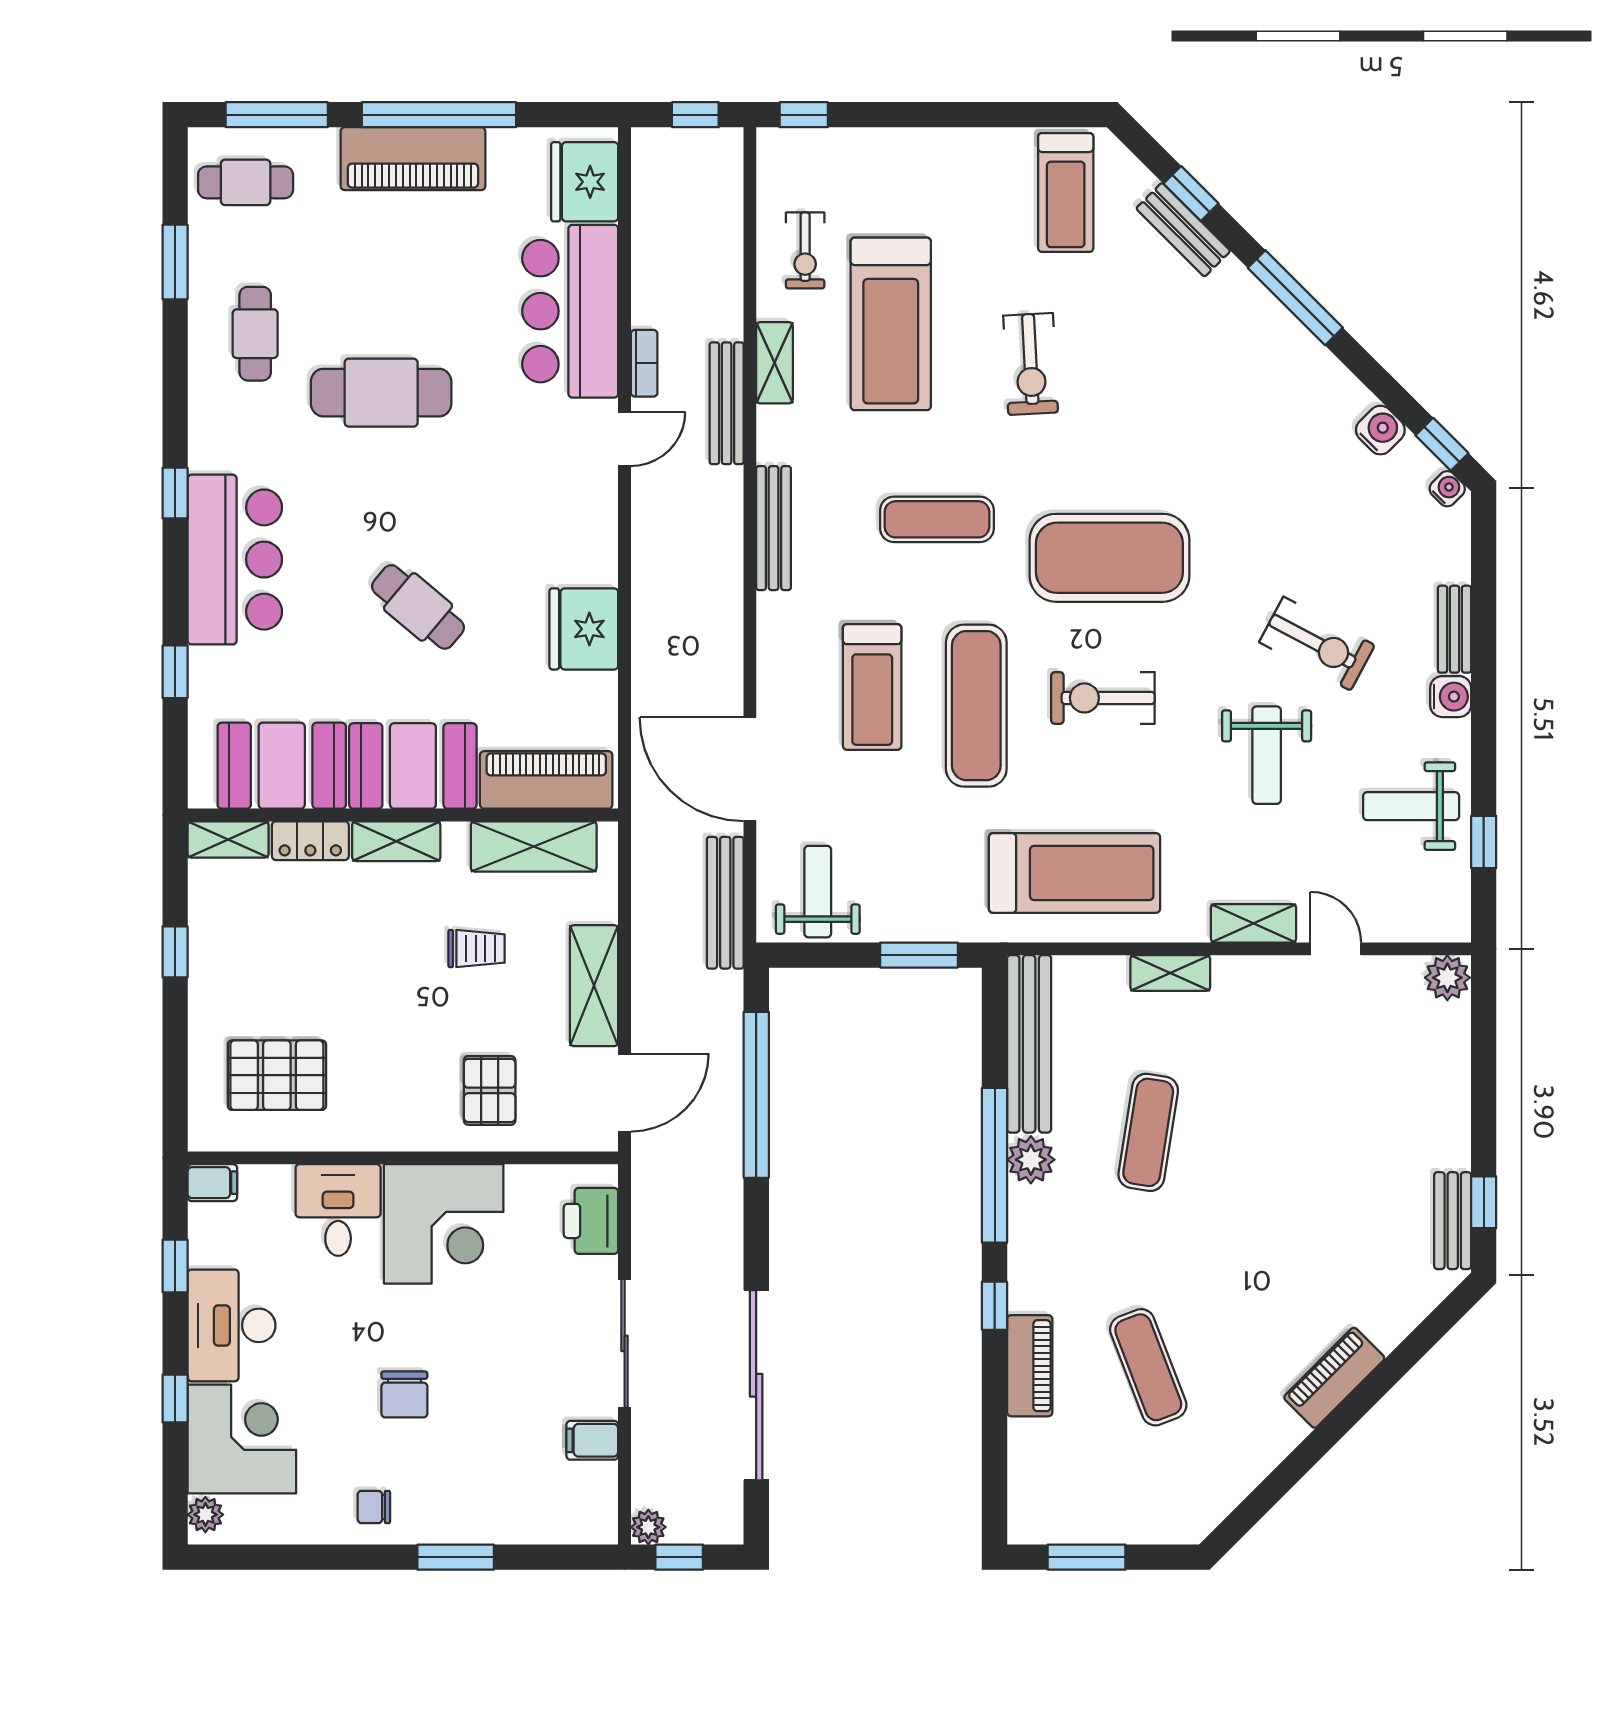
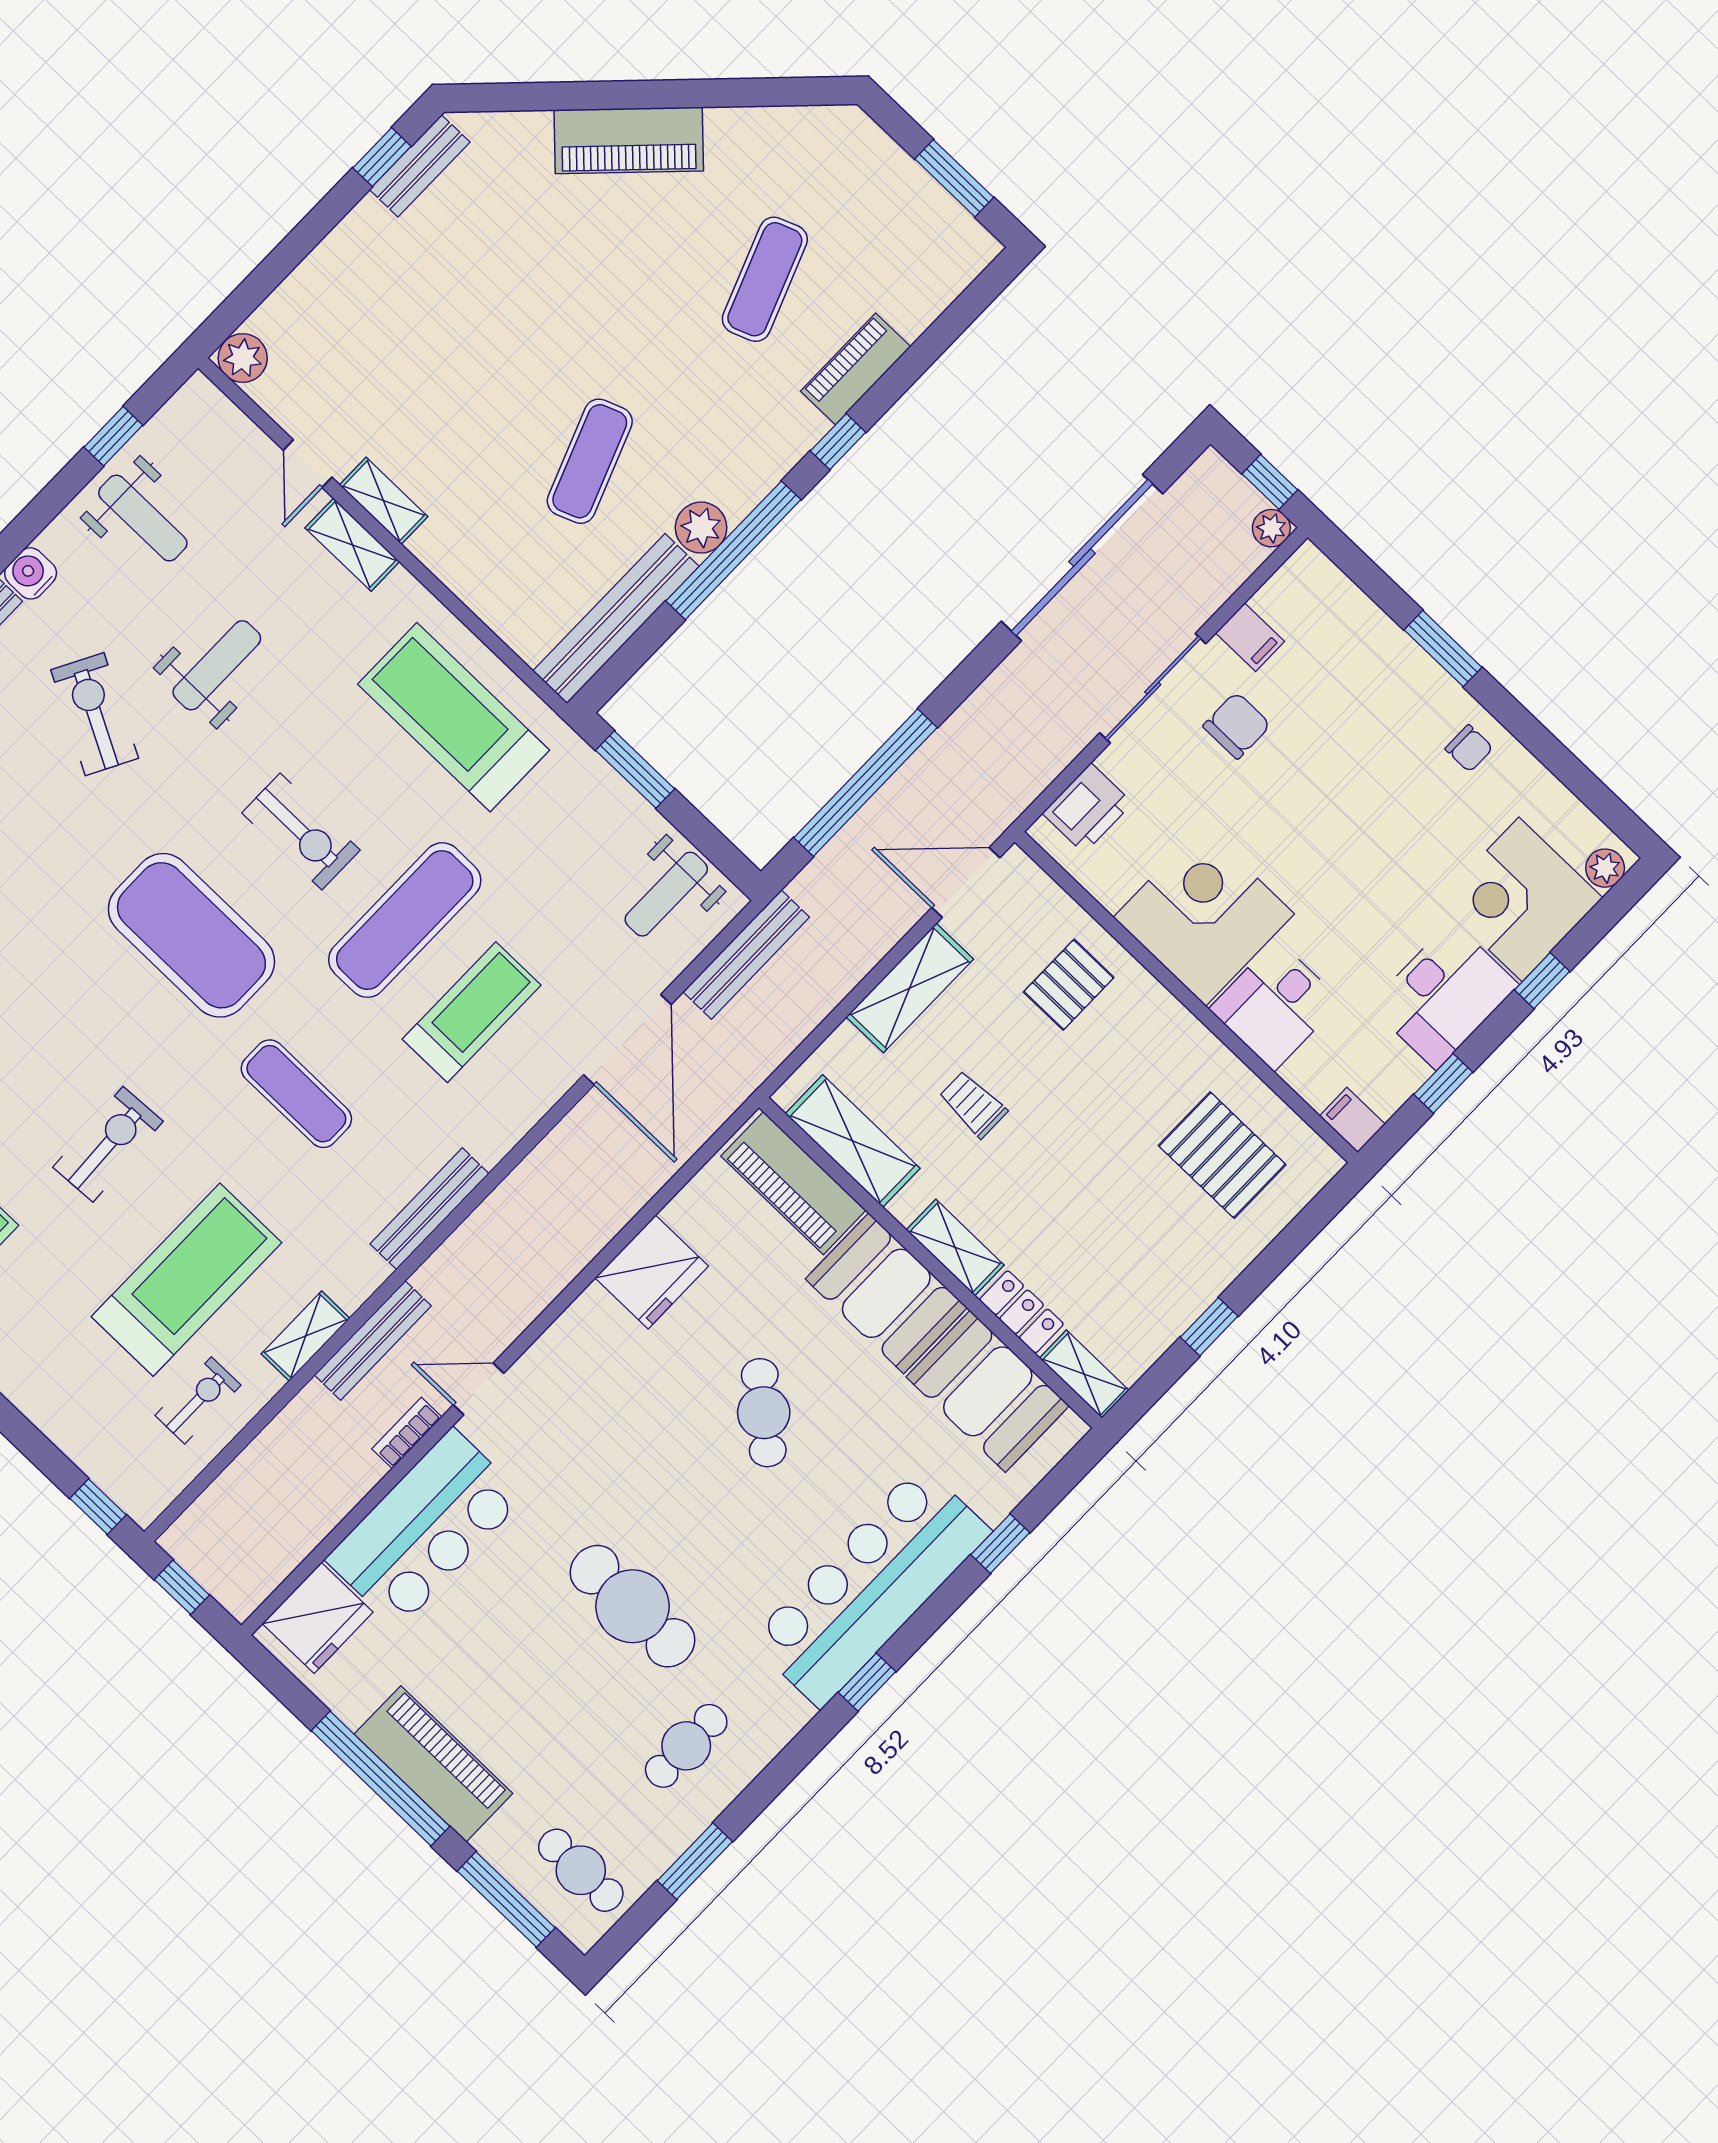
bar counter: (235, 560) -> (870, 1586), width x1.36
shelving: (1170, 973) -> (384, 501), moved
exercise mat: (1148, 1132) -> (590, 461), turned -30
piano: (1334, 1378) -> (629, 140), width x1.37, depth x1.33
chair: (404, 1394) -> (1237, 726), moved

